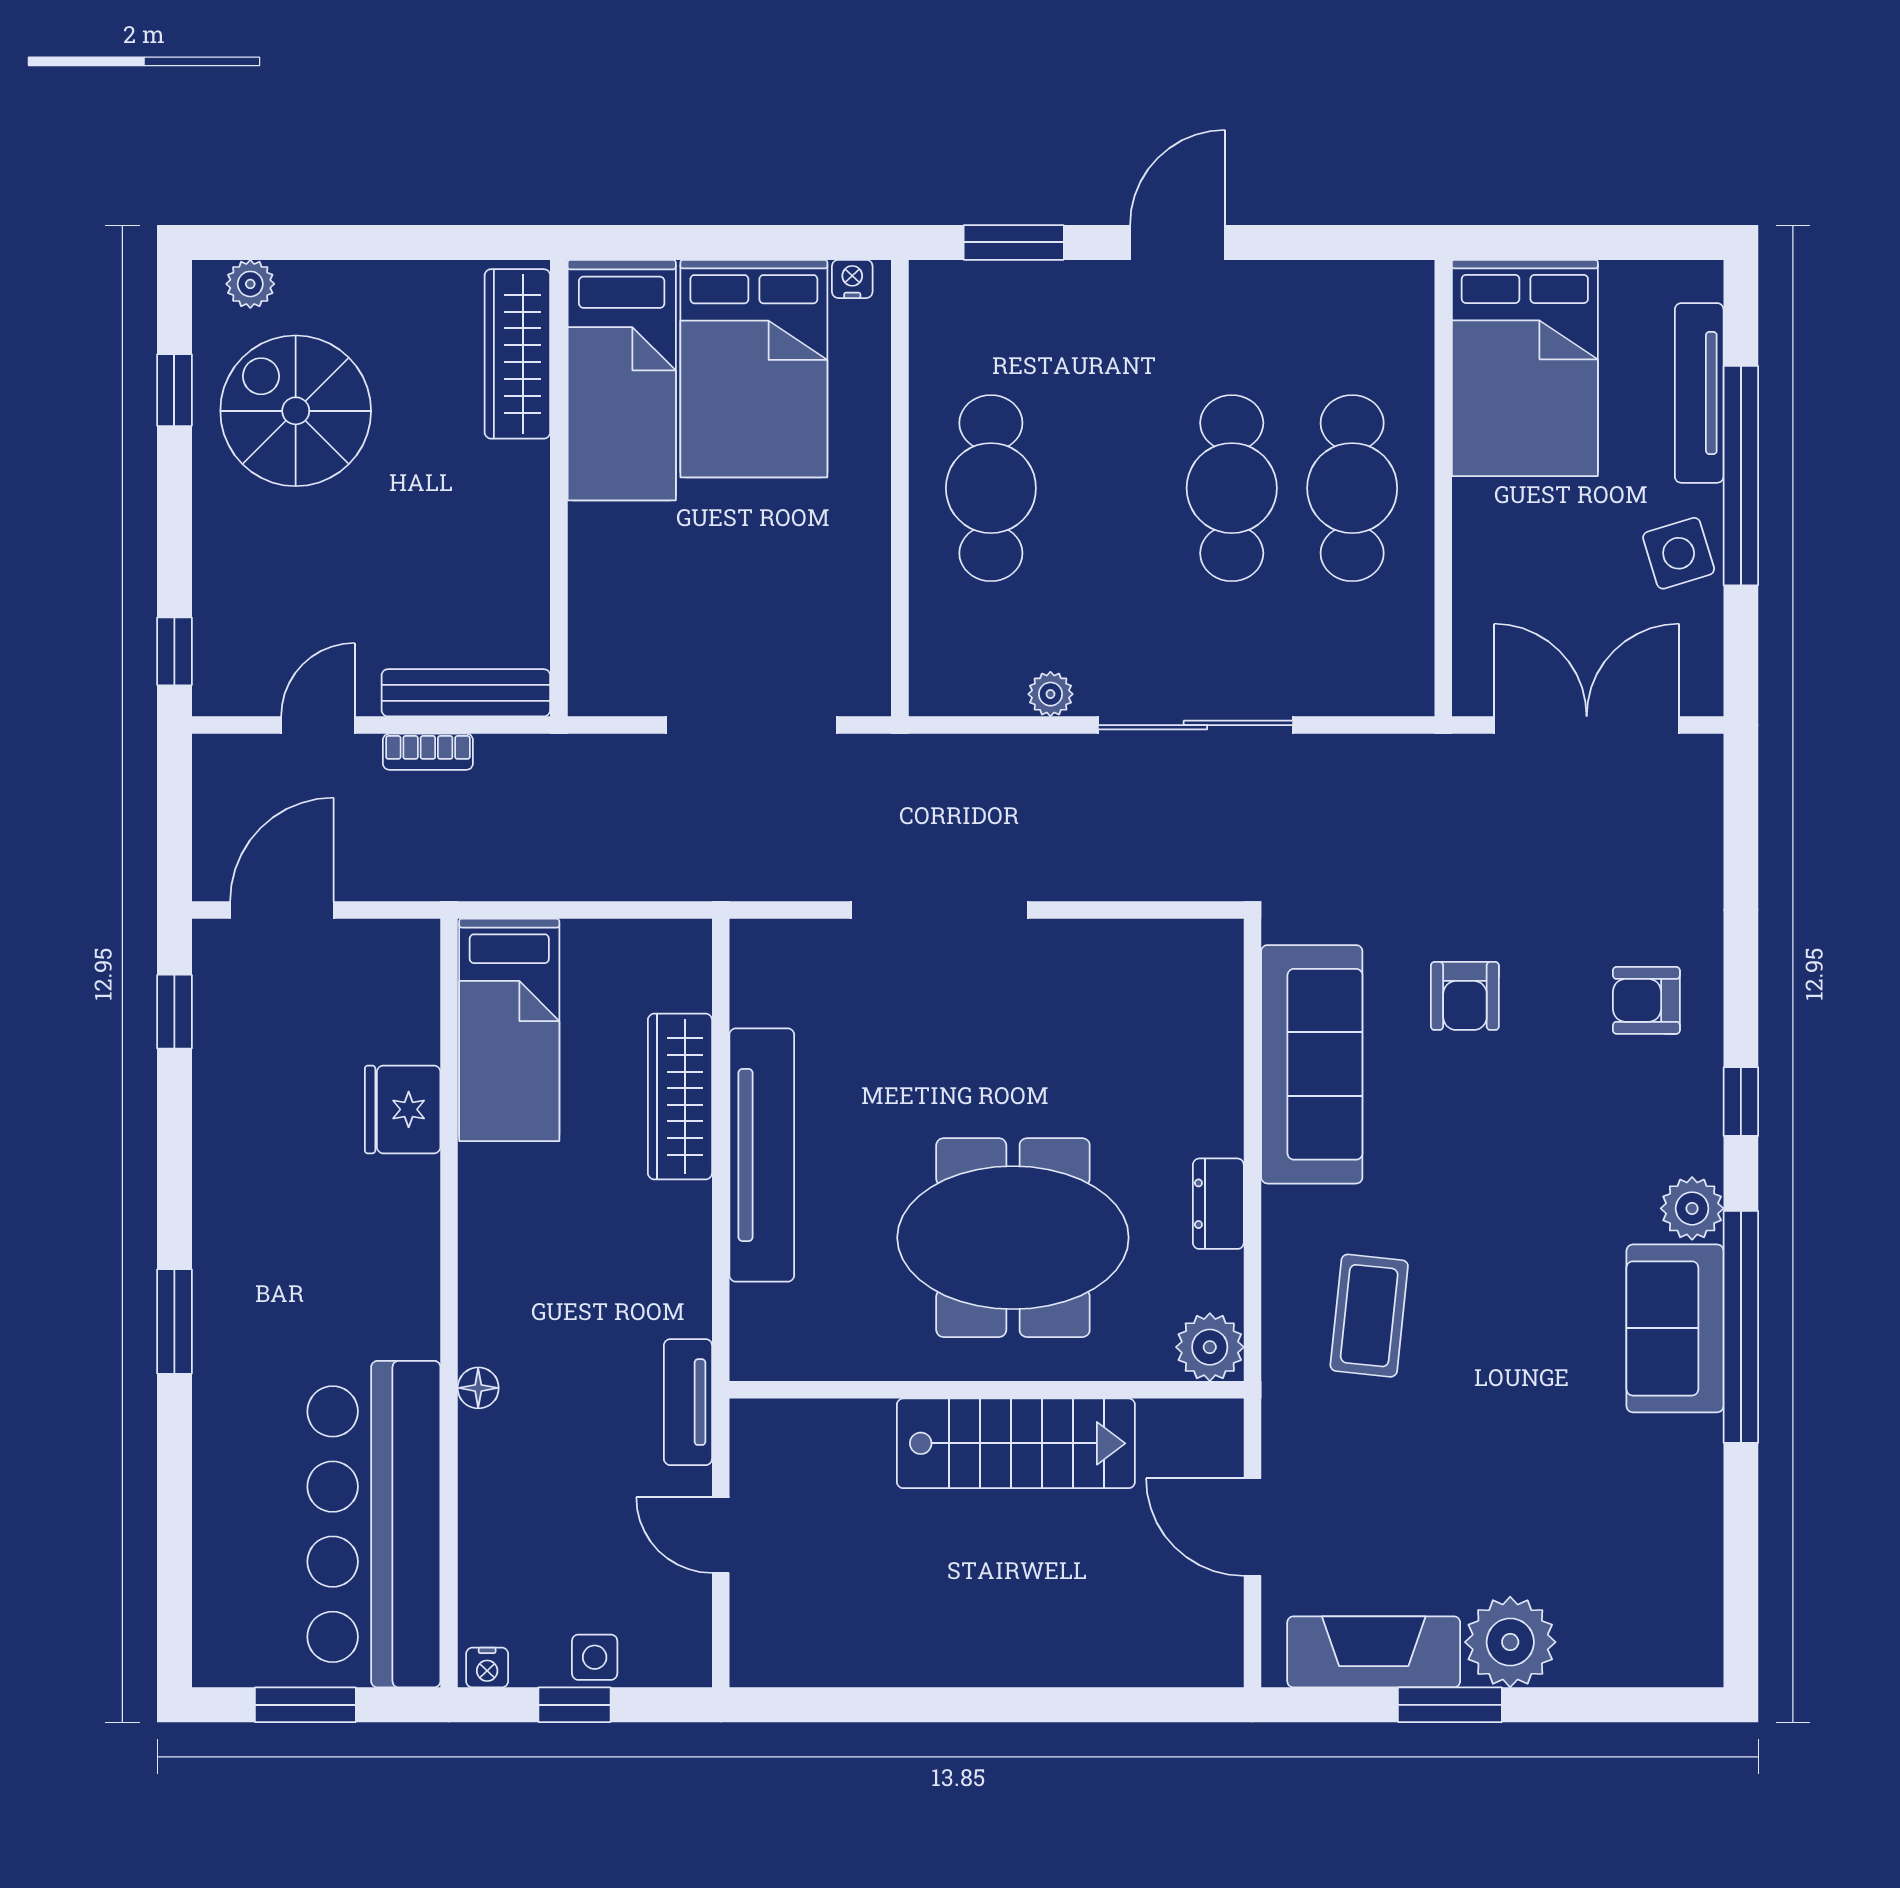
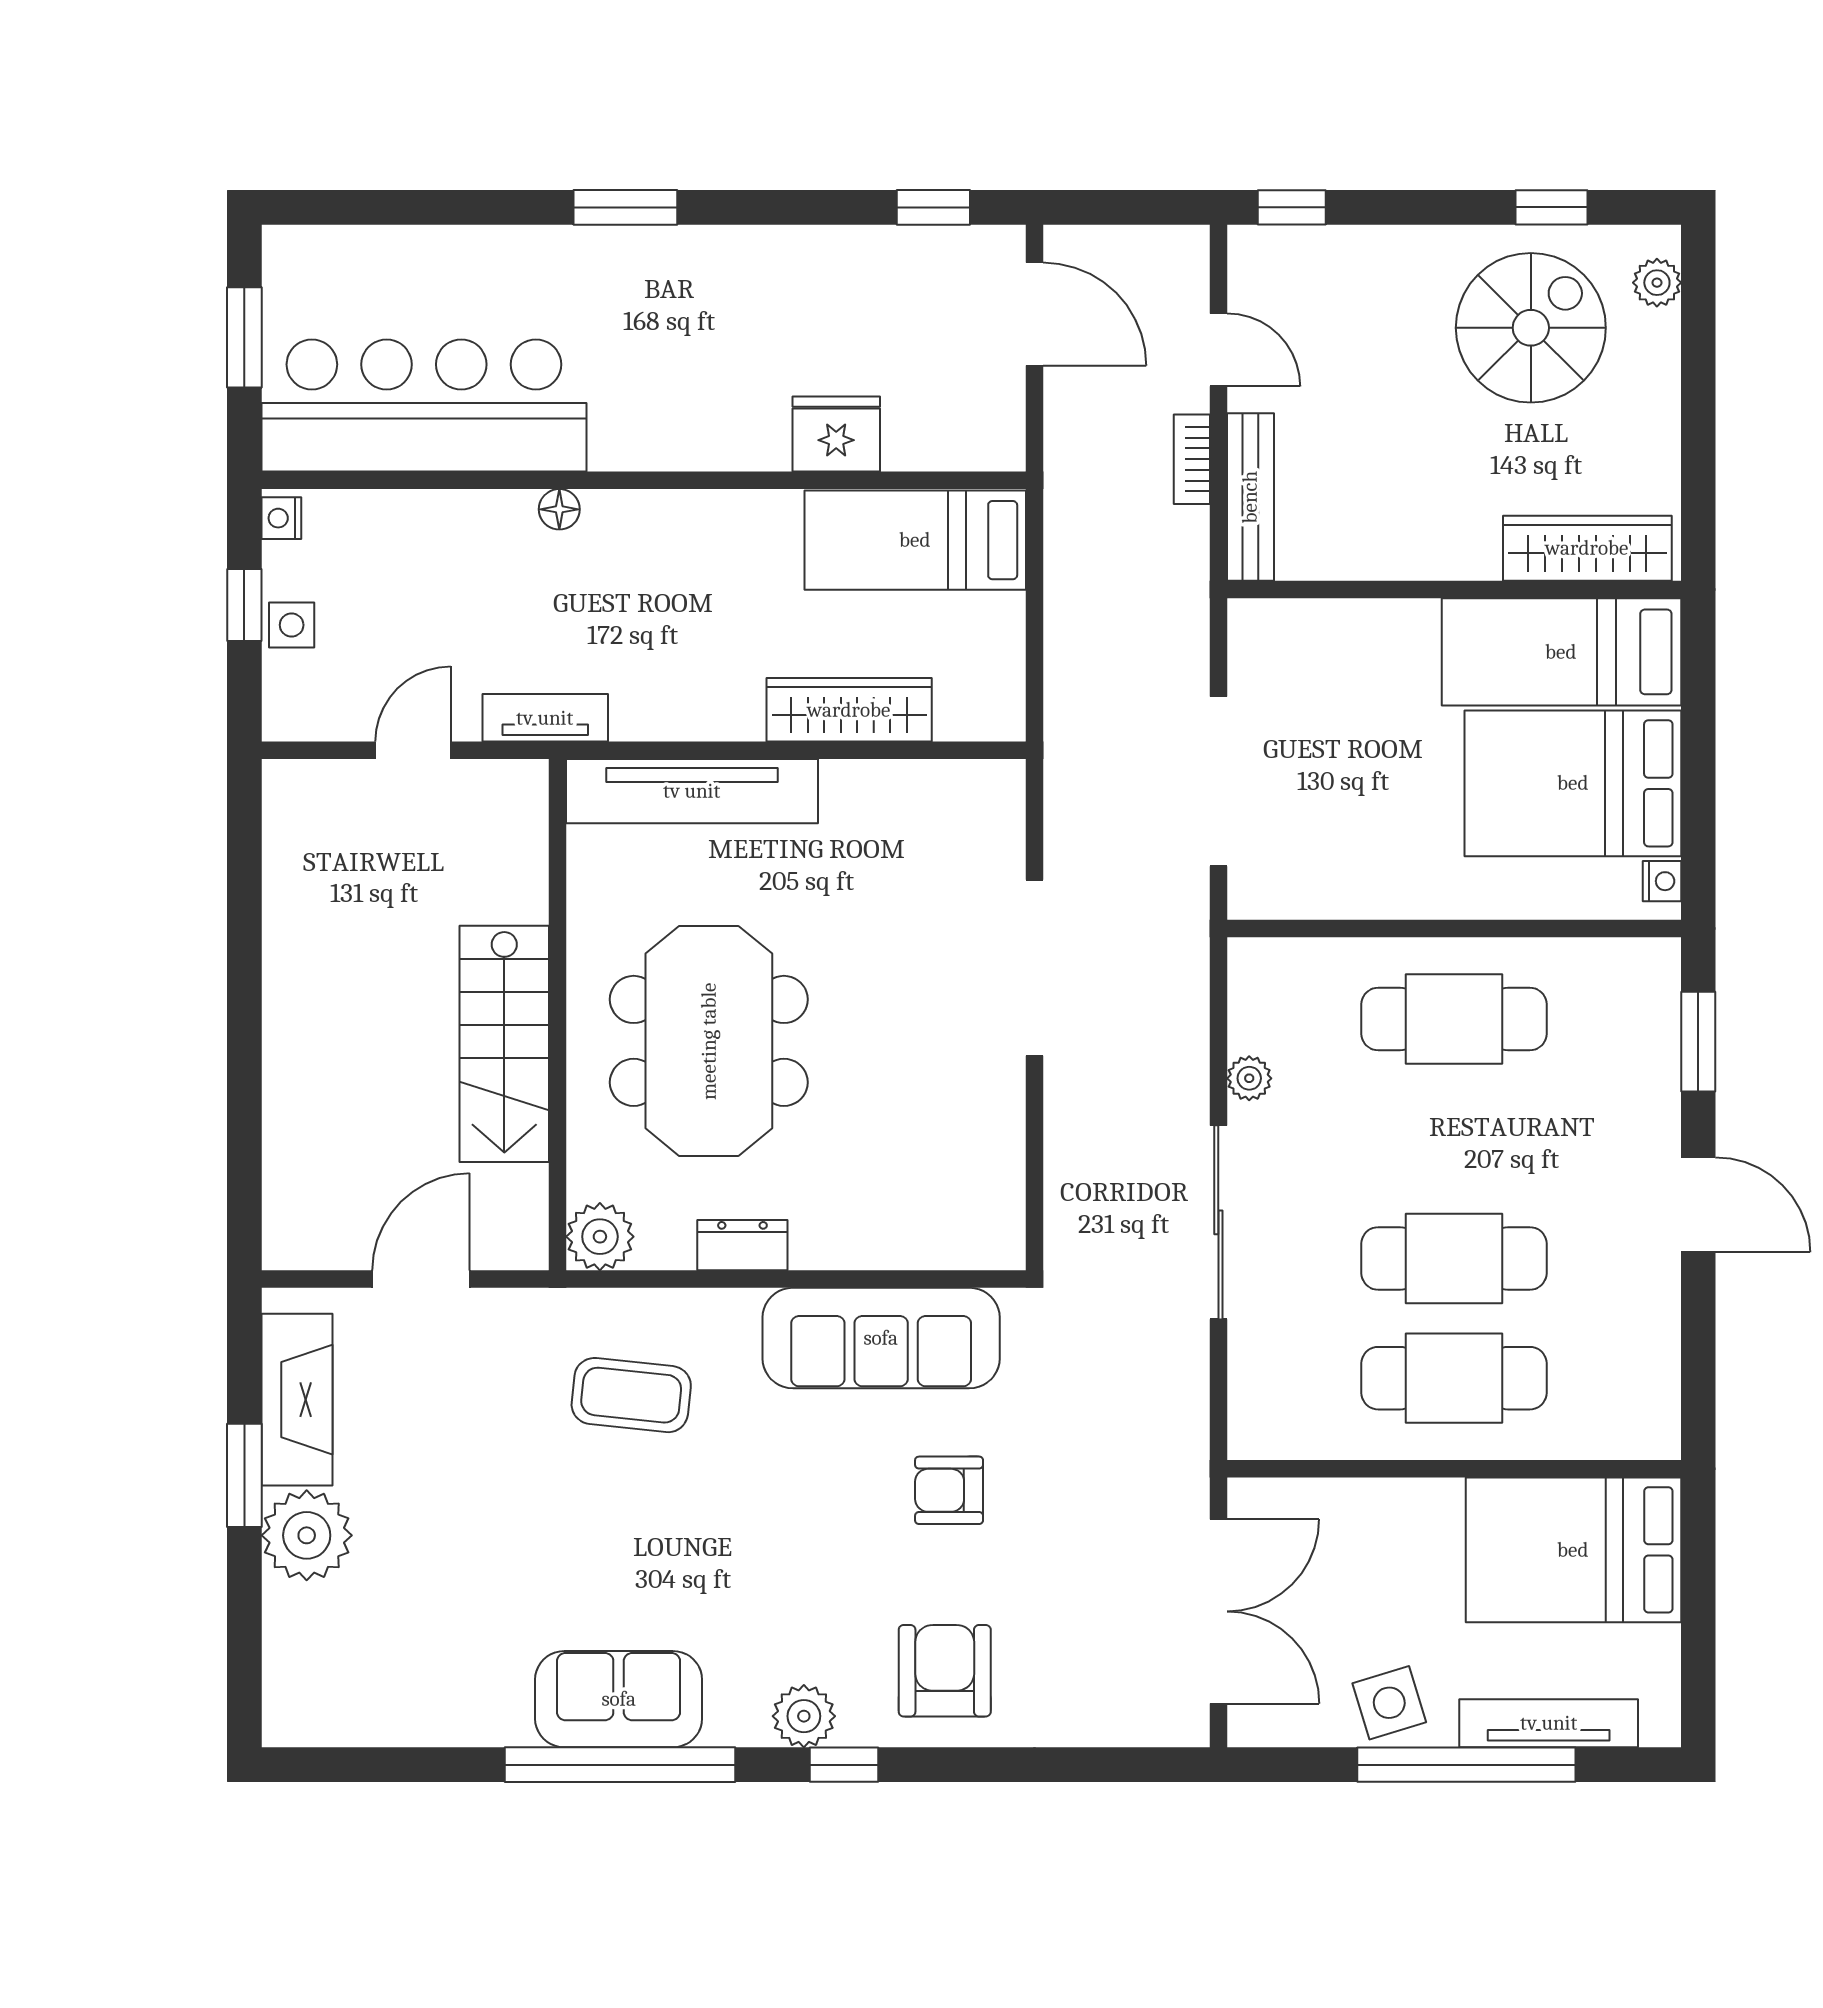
armchair: (1646, 1000) -> (945, 1671), width x1.38, depth x1.38
tv unit: (762, 1155) -> (692, 791), moved
plant: (1692, 1208) -> (804, 1716), moved

